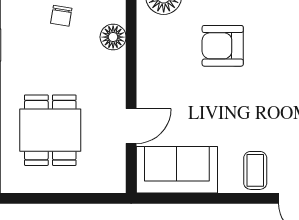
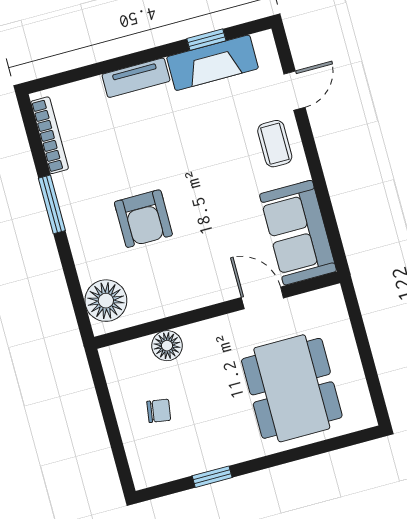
dining table: (50, 130) -> (292, 388), width x1.38
coffee table: (255, 170) -> (275, 144), turned 90

